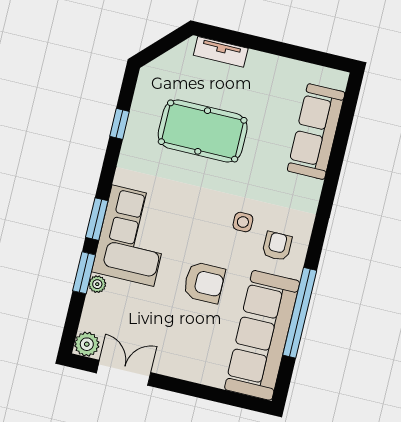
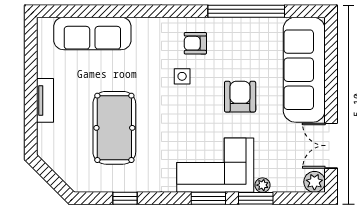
tv unit: (221, 52) -> (45, 100), moved
sofa: (262, 335) -> (304, 70), moved, turned 90

